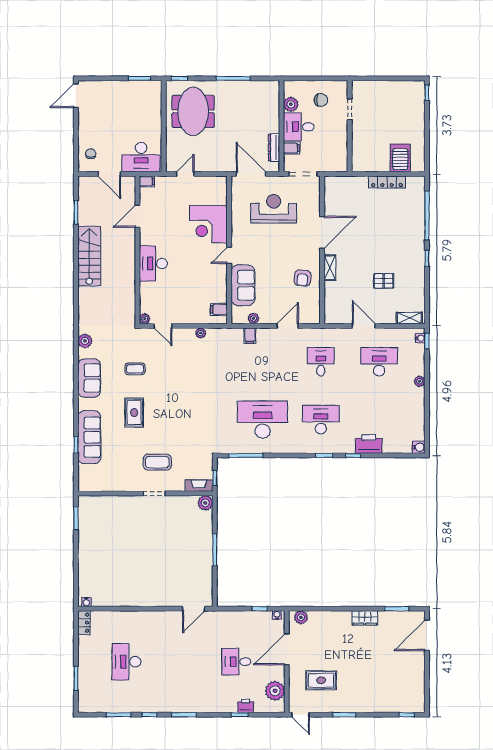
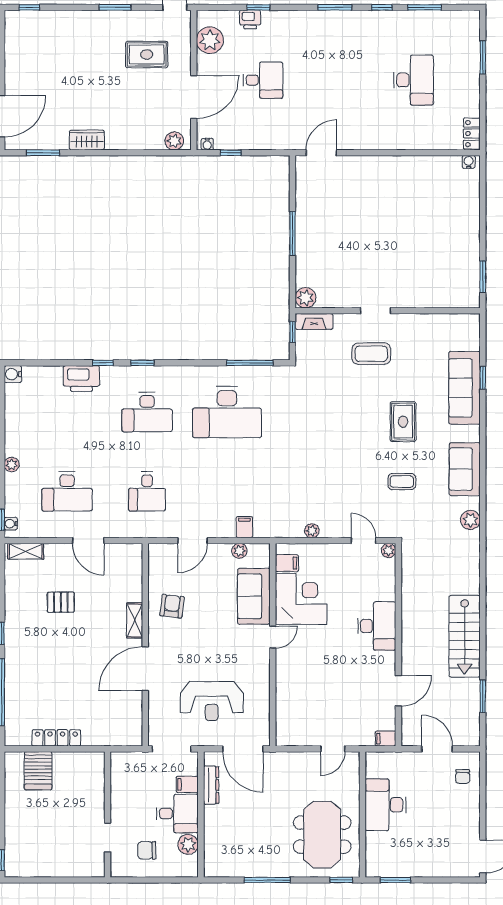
desk: (141, 157) -> (386, 805), moved, turned -90
corner desk: (208, 224) -> (301, 599), moved

